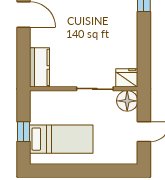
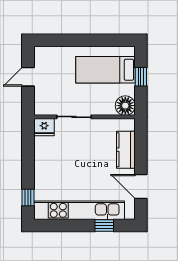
kitchen counter: (40, 67) -> (126, 150), moved
floor lamp: (127, 101) -> (125, 106), moved

